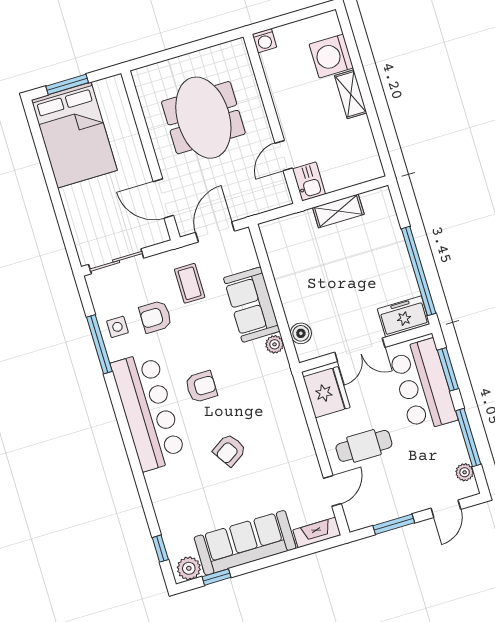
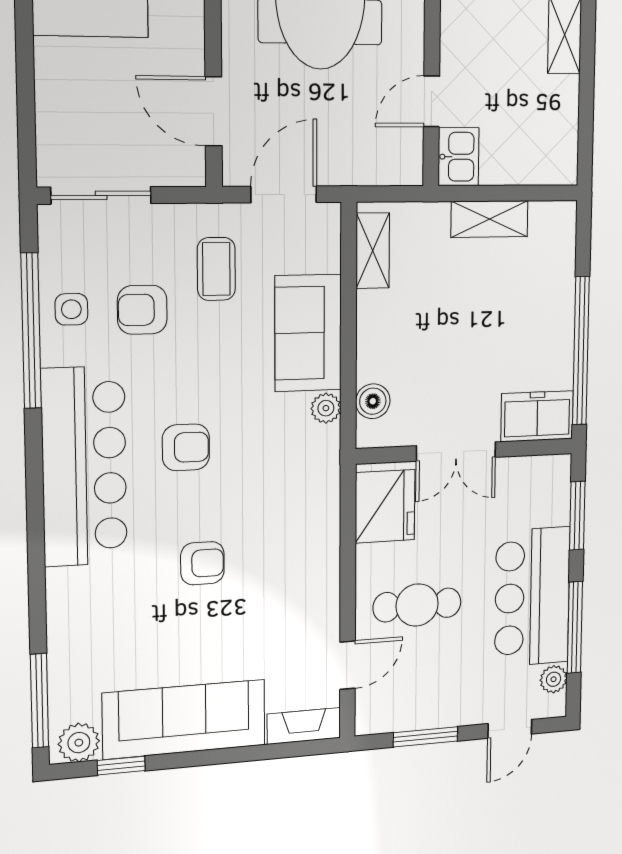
shelving: (275, 248) -> (373, 251), added
window: (99, 344) -> (31, 331), width x1.46
bar counter: (423, 385) -> (532, 597), moved
armchair: (229, 450) -> (202, 563), turned -147
window: (160, 549) -> (39, 701), width x2.17

